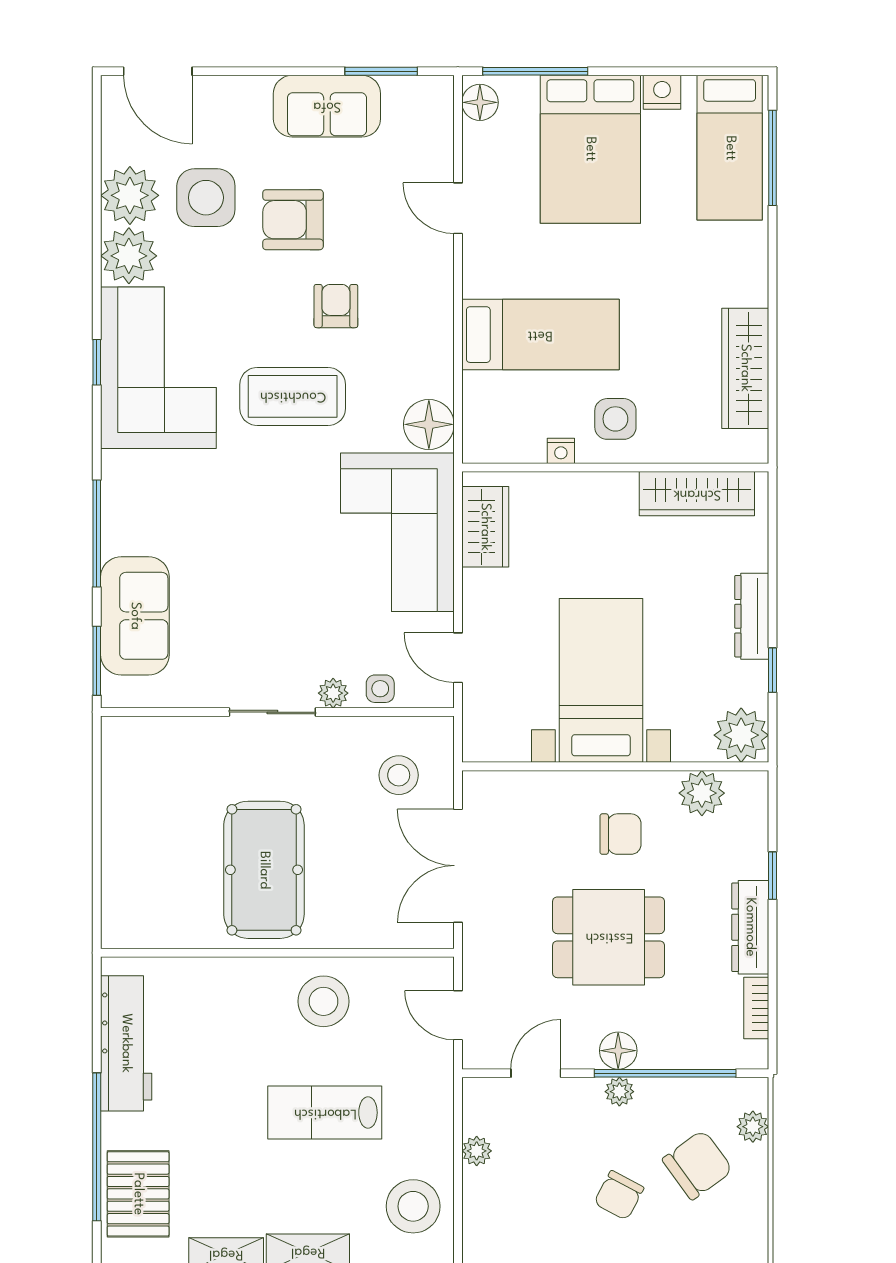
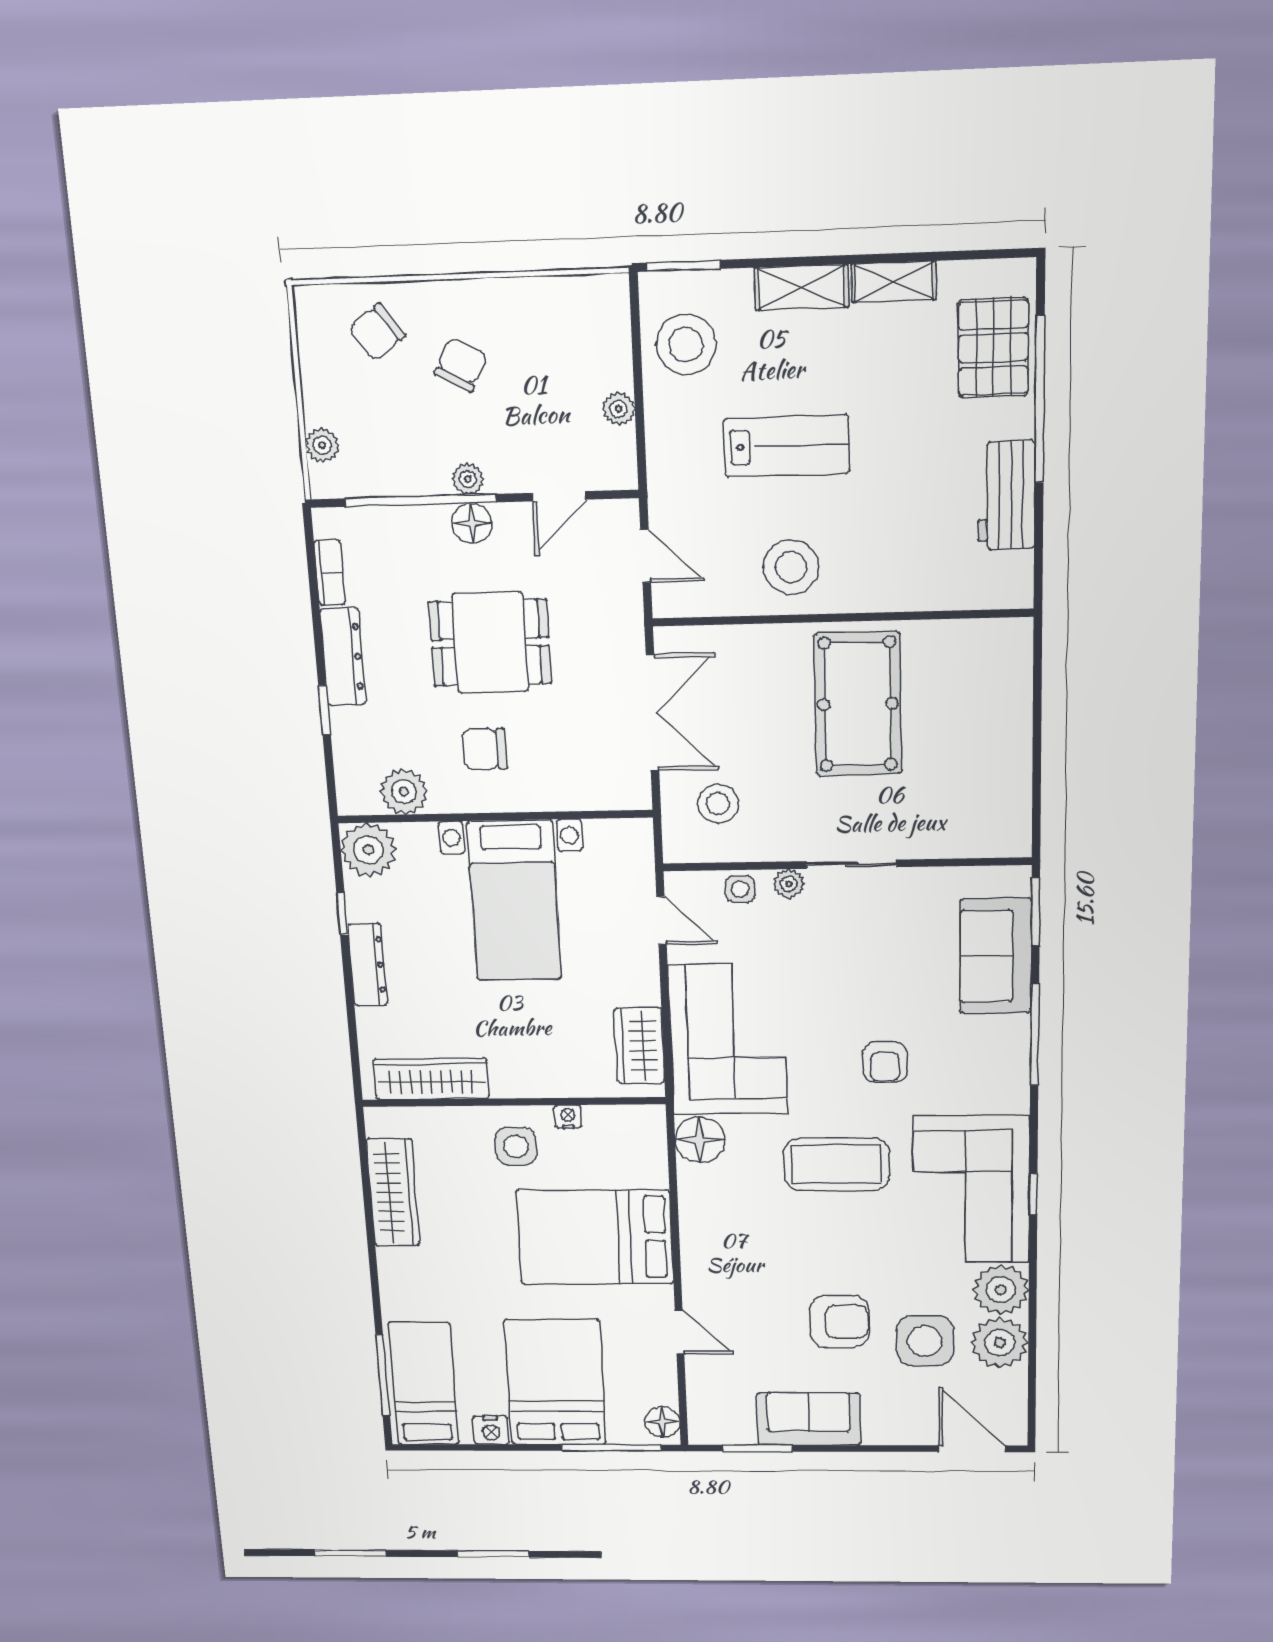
armchair: (336, 306) -> (885, 1062), moved
bed: (540, 335) -> (595, 1237), width x1.50
workbench: (126, 1043) -> (1006, 495), width x0.73
chair: (698, 1165) -> (377, 332), moved, width x0.73, depth x0.73

